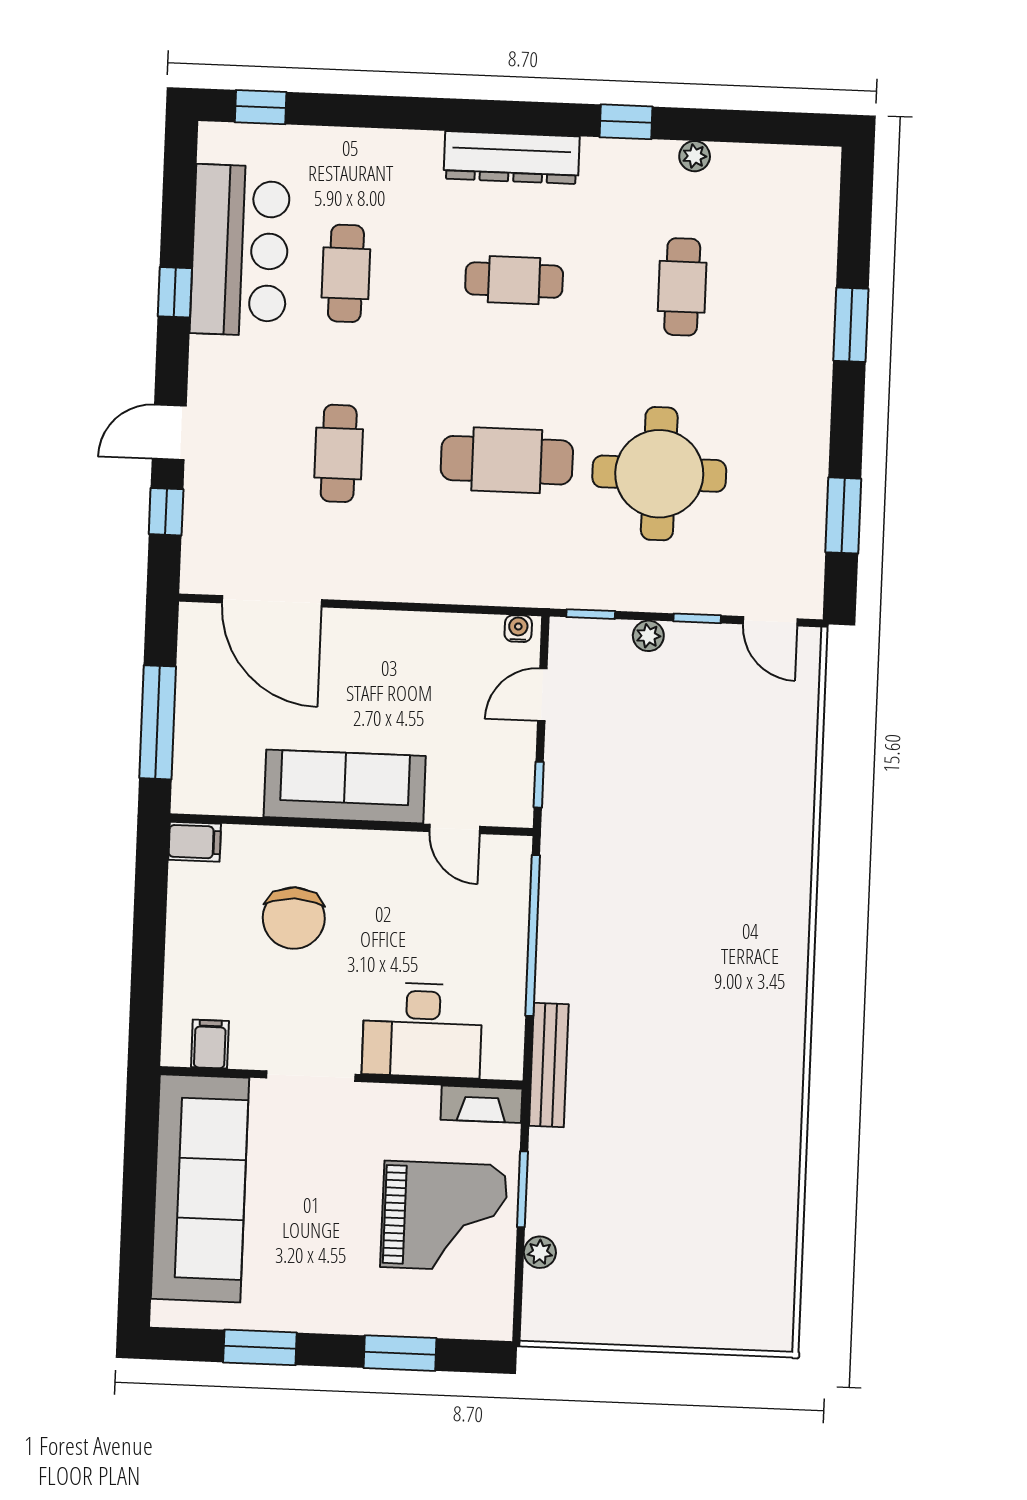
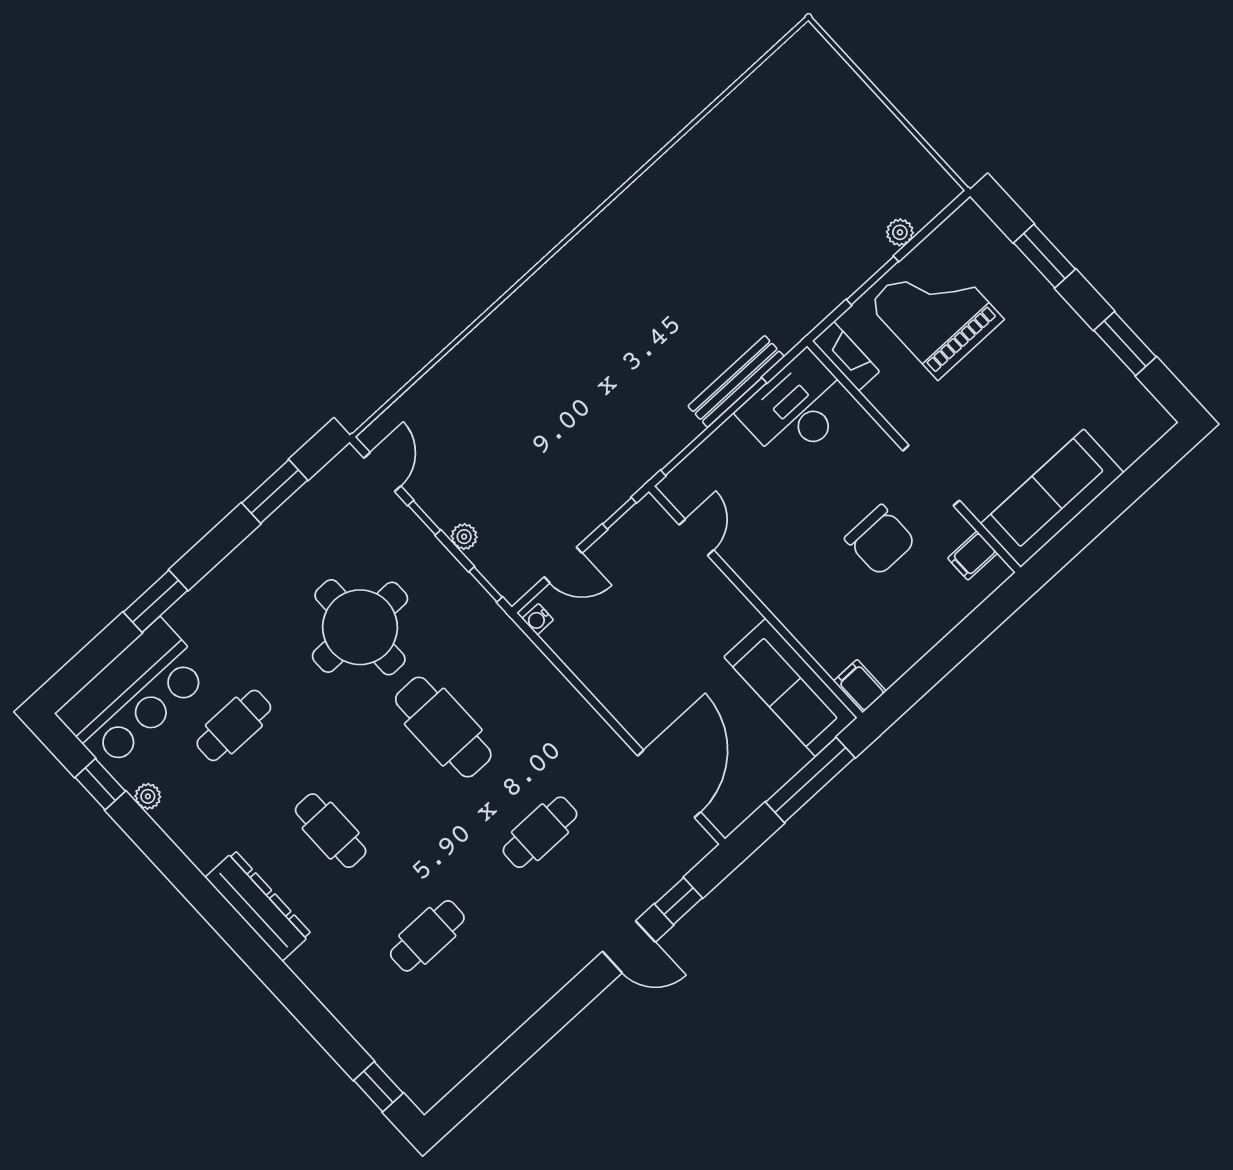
window: (626, 122) -> (100, 784), moved
bar counter: (240, 250) -> (134, 694), moved, turned 180
window: (175, 292) -> (541, 1027), removed
sofa: (345, 787) -> (790, 687), moved
chair: (294, 918) -> (880, 540), moved, turned 90
desk: (422, 1030) -> (797, 408), moved, turned -90
bench: (549, 1065) -> (736, 381), moved
sofa: (200, 1188) -> (1052, 498), width x0.74, depth x0.79

